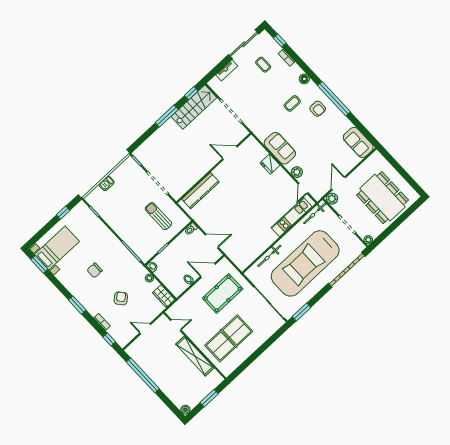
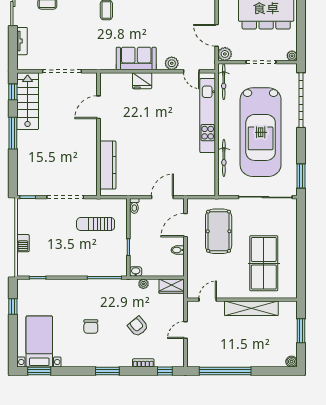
kitchen unit: (292, 217) -> (208, 116), width x1.36

